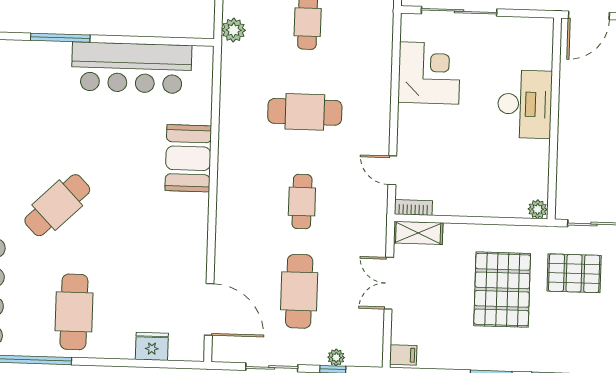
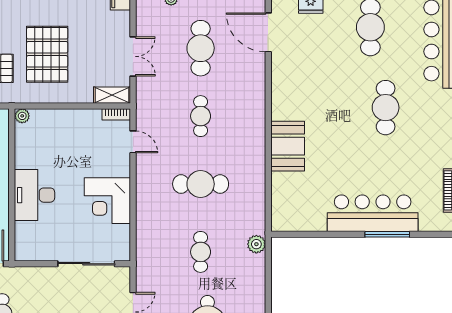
bar counter: (132, 68) -> (373, 213), moved
corner desk: (429, 73) -> (107, 201), moved
cafe table: (57, 205) -> (386, 108), turned -46

